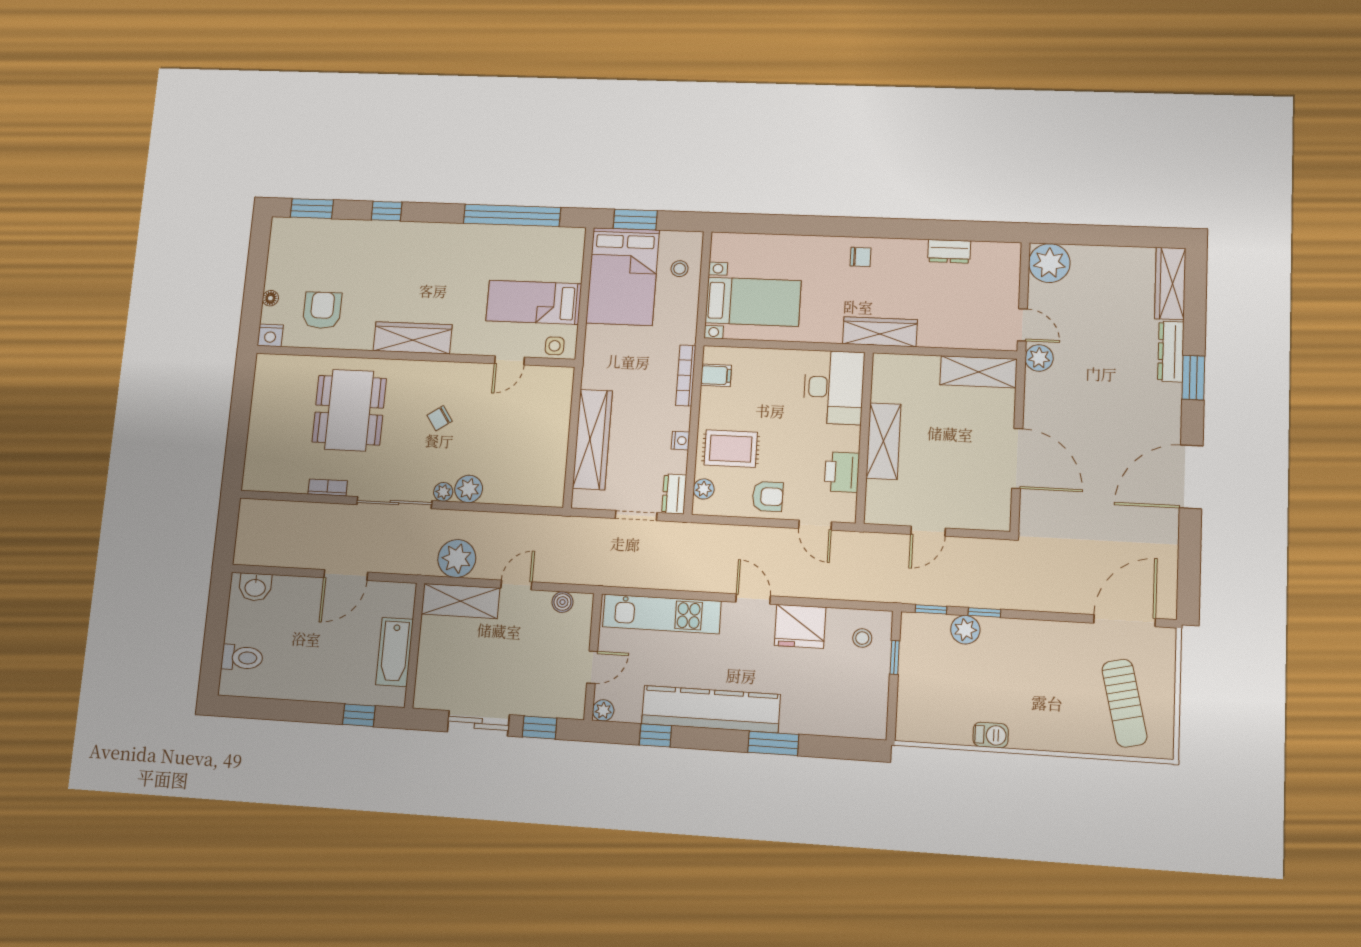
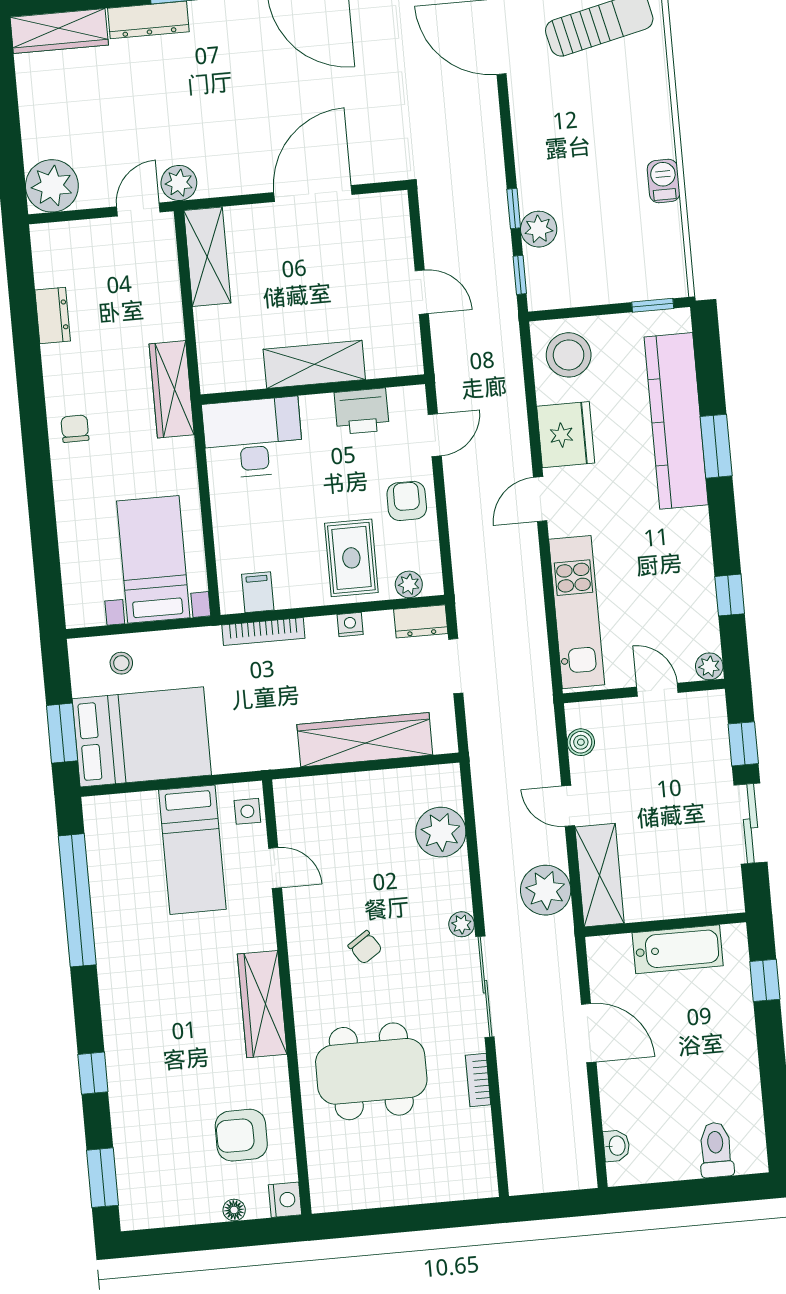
plant: (469, 489) -> (441, 832), moved, width x1.36, depth x1.36
washbasin: (255, 587) -> (616, 1146), width x0.72, depth x0.69
stool: (862, 638) -> (569, 355), width x1.89, depth x1.89
window: (895, 657) -> (653, 305), moved
kitchen counter: (711, 709) -> (676, 421), moved

